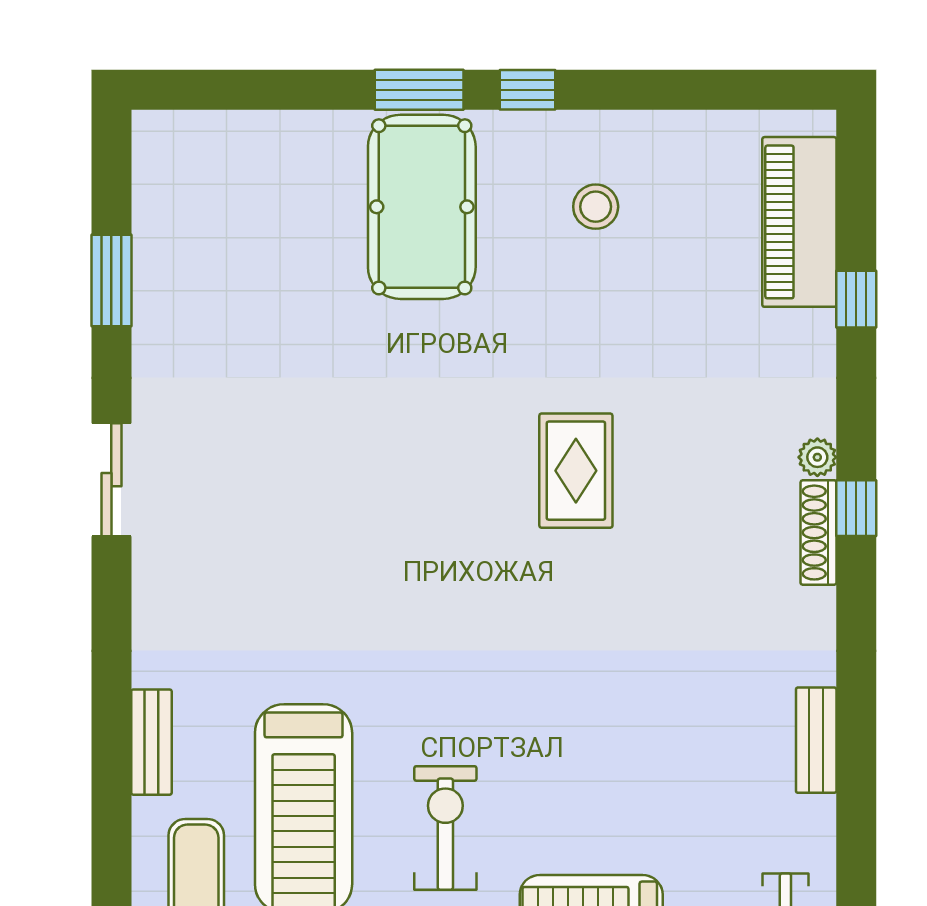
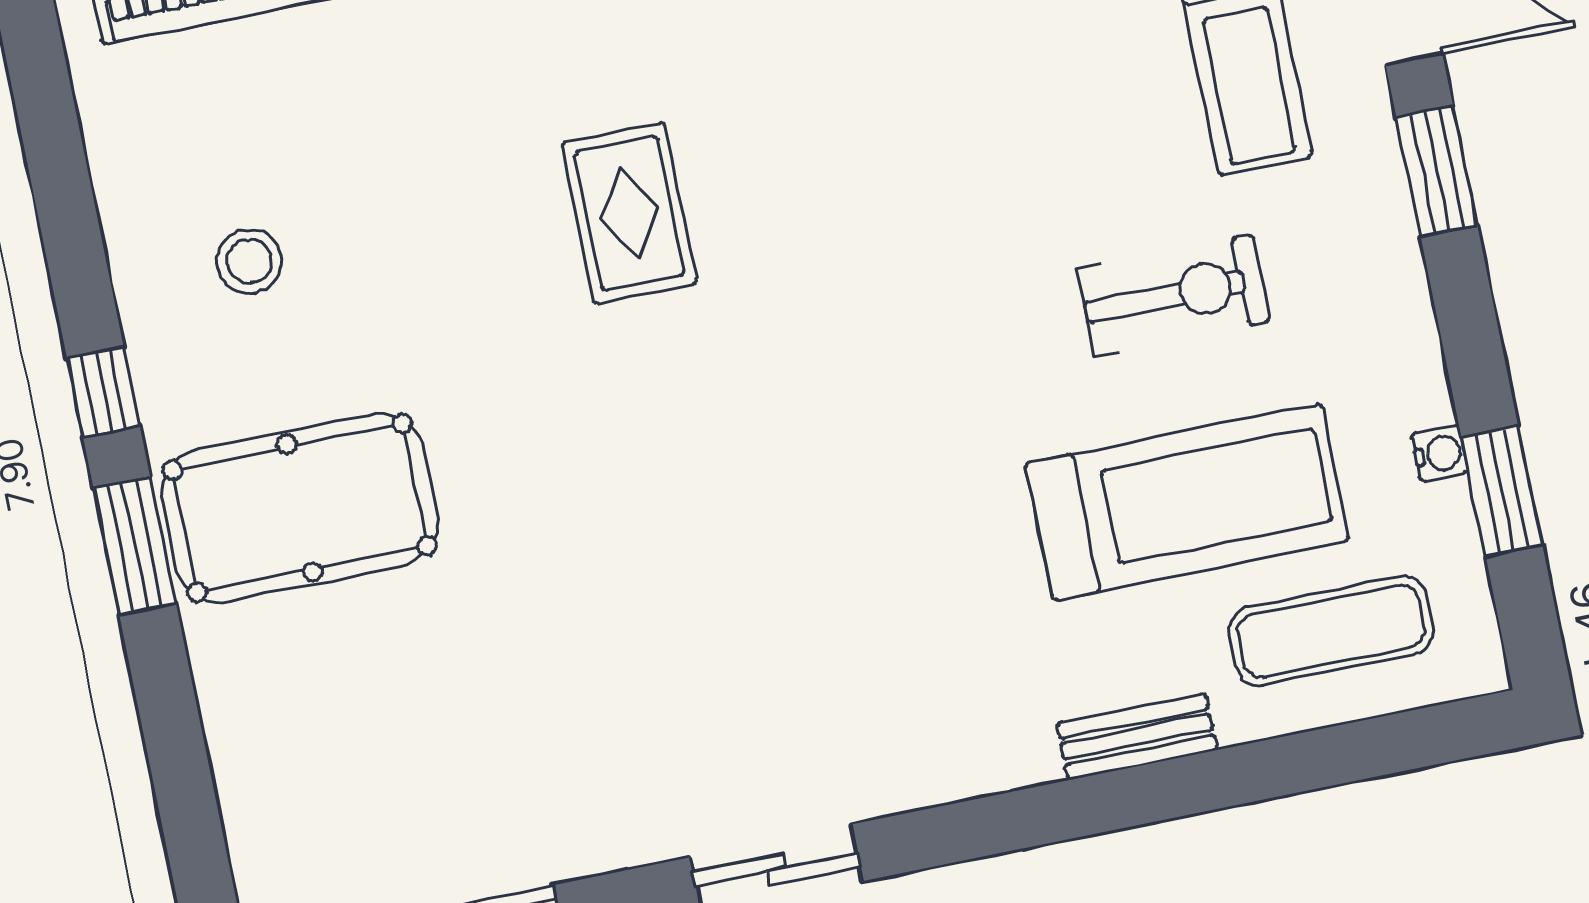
rug: (576, 471) -> (629, 213), turned 90
exercise bike: (445, 828) -> (1174, 295), turned 180

